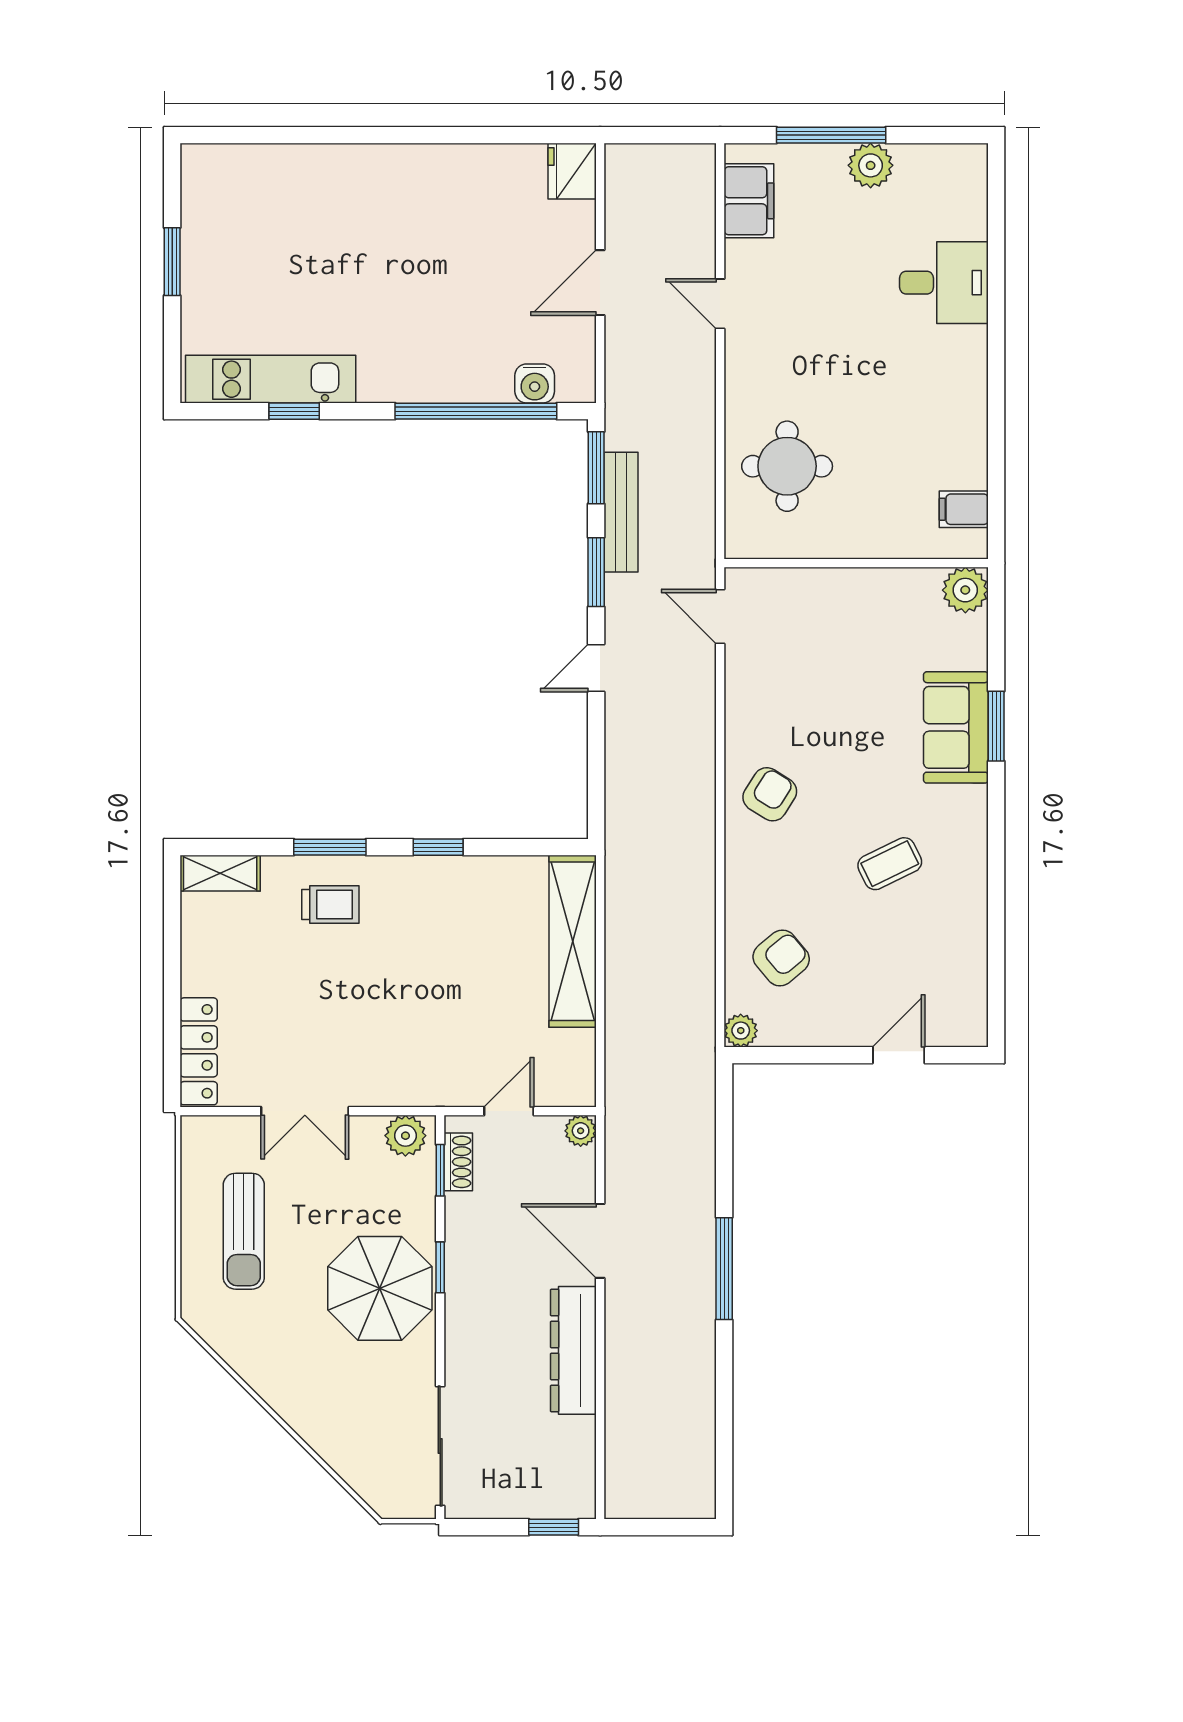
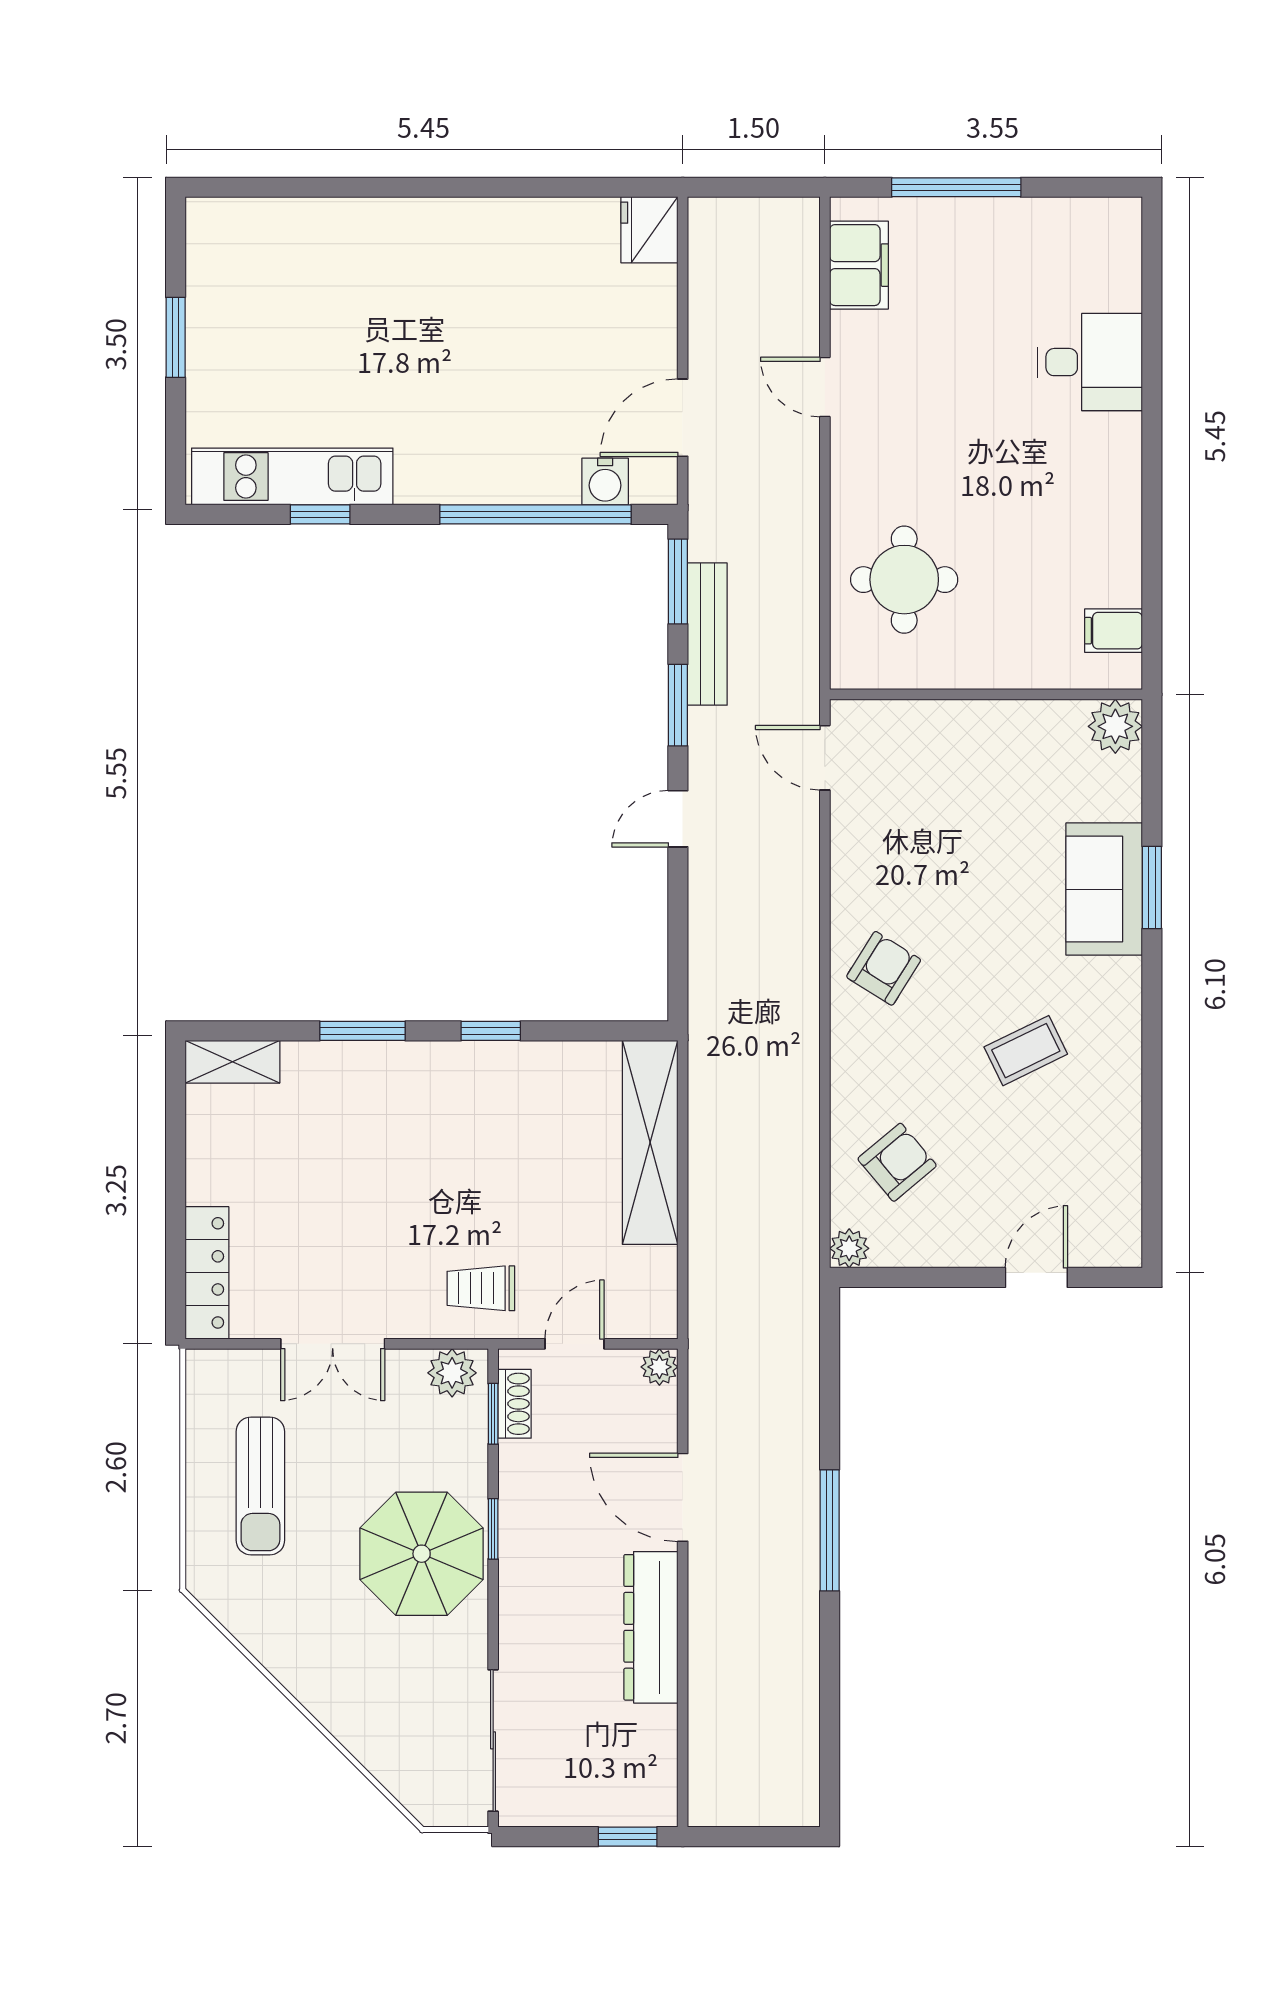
plant: (871, 165) -> (1003, 223), removed
door: (600, 283) -> (683, 418), moved
trolley: (330, 904) -> (481, 1288), moved, turned 180

